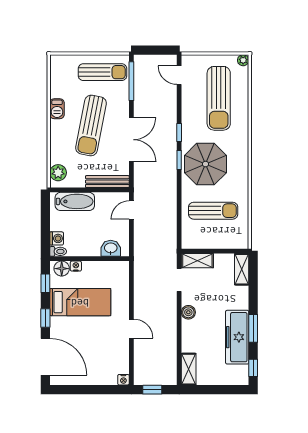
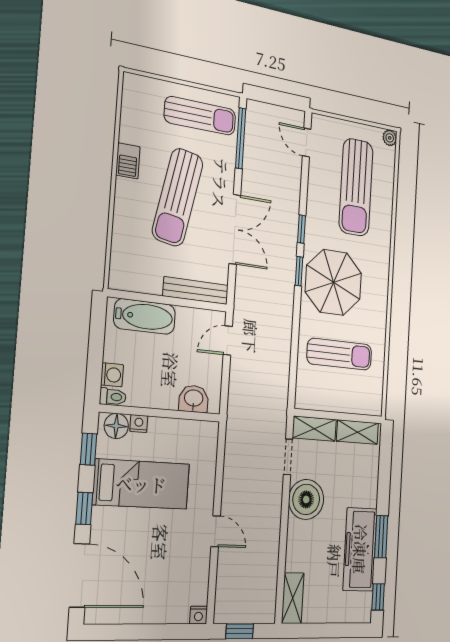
plant: (58, 173) -> (122, 266), removed
shelving: (242, 269) -> (357, 432), moved, turned 90
boiler: (188, 312) -> (306, 499), width x1.86, depth x1.86

